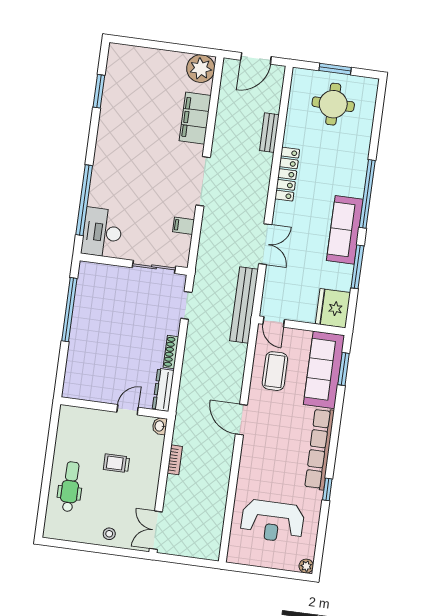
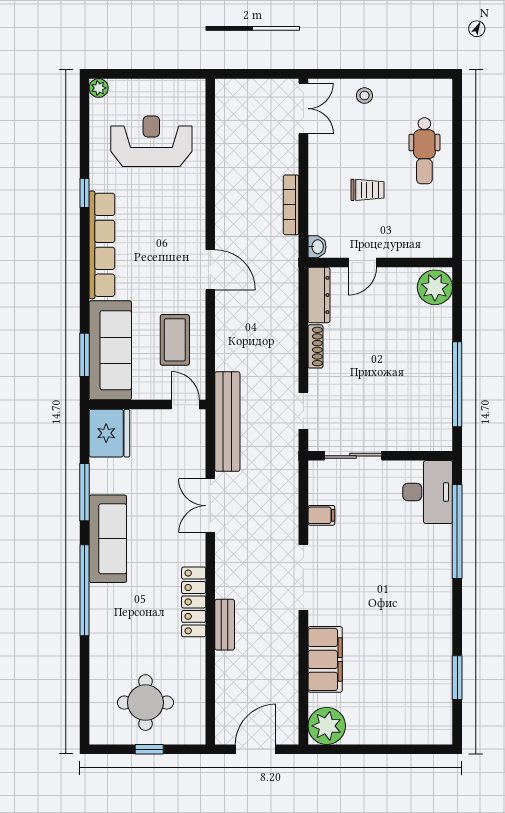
window: (335, 69) -> (149, 749), width x0.67
bench: (269, 133) -> (225, 625), moved
plant: (76, 384) -> (435, 287), added
bookcase: (175, 460) -> (291, 205), width x1.56

